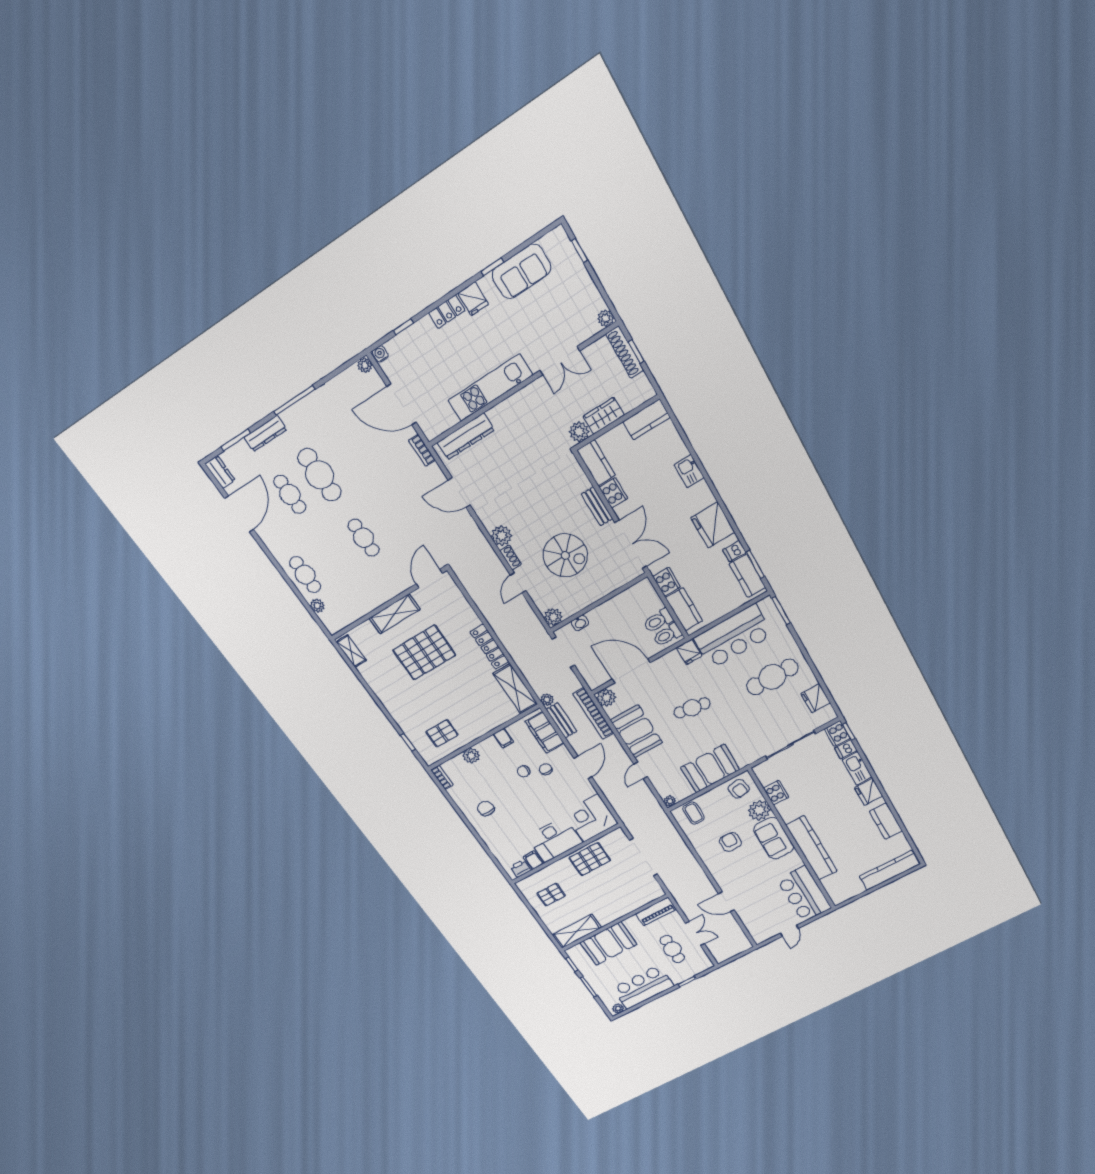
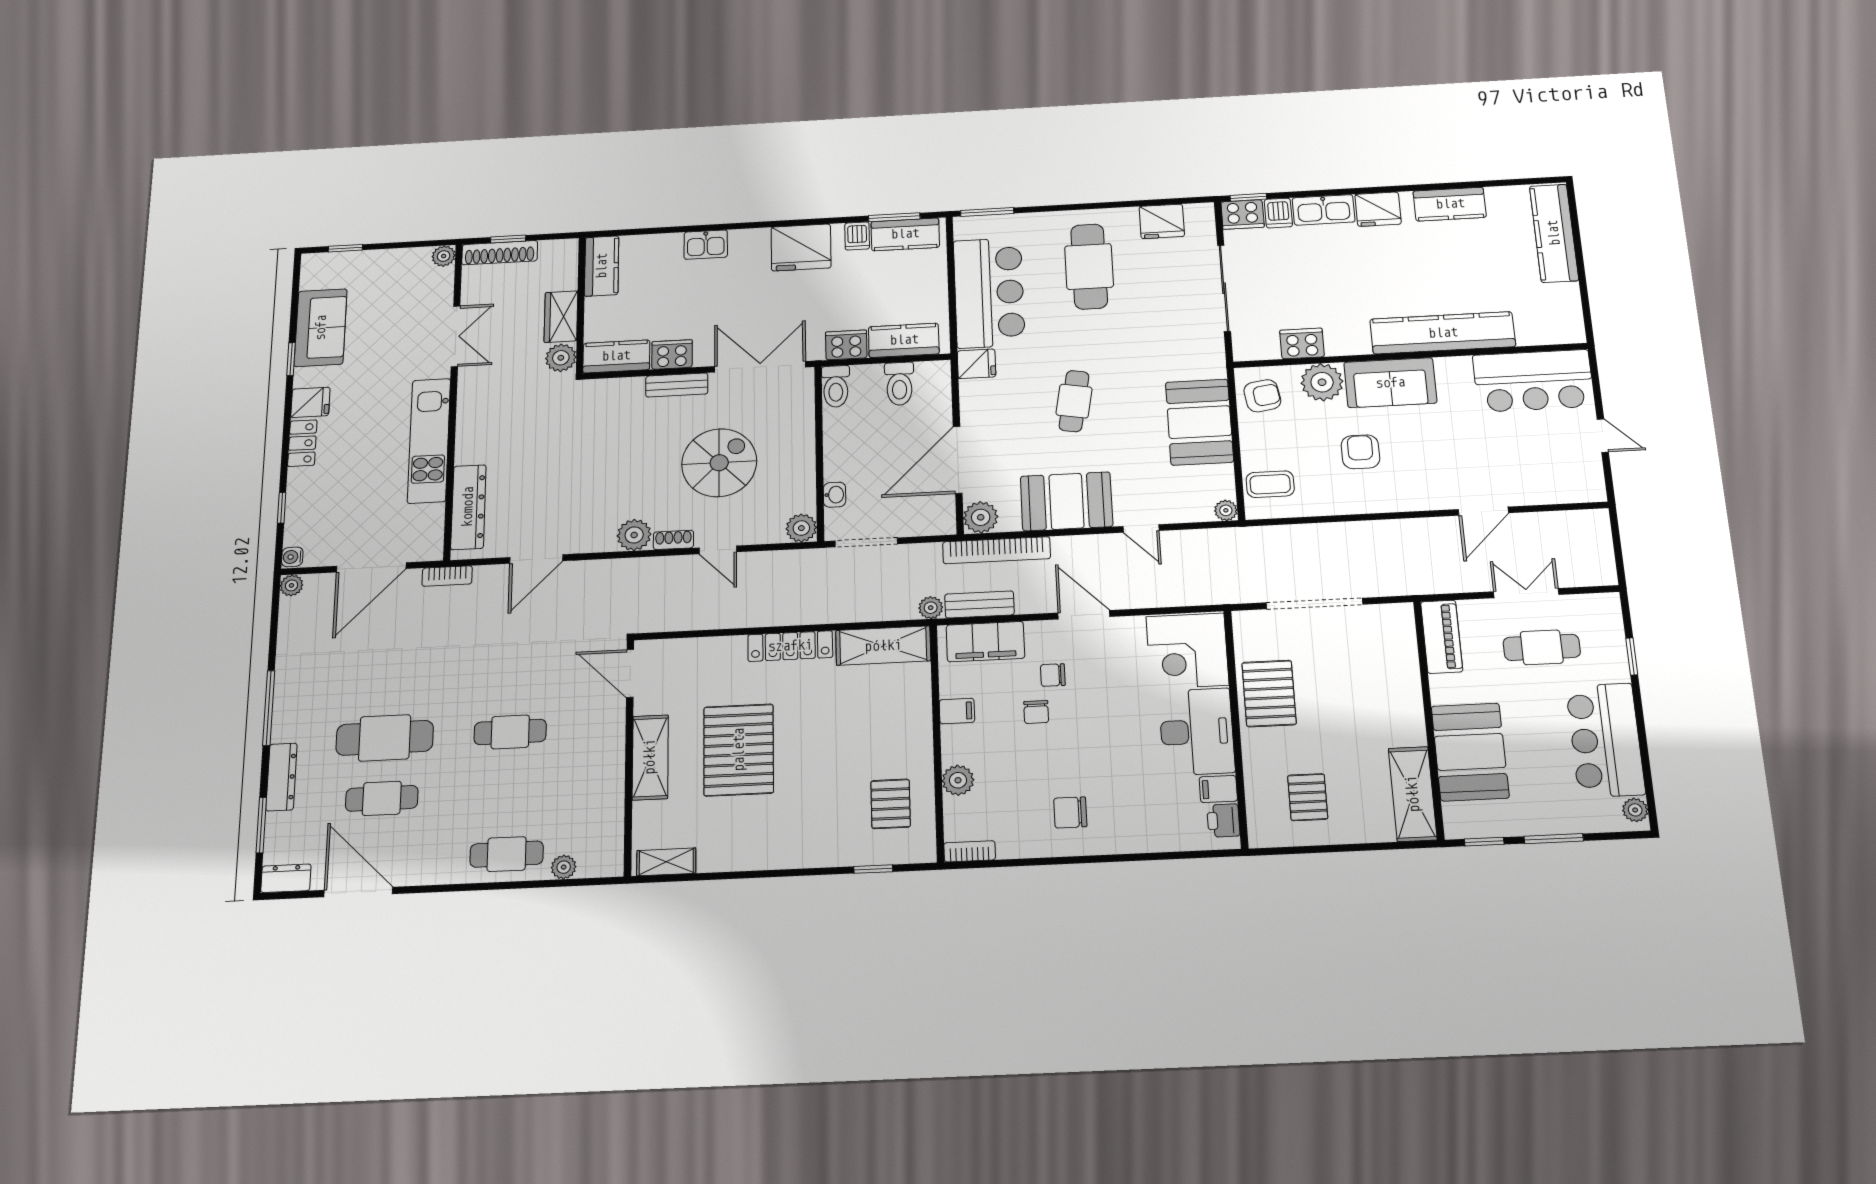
toilet: (667, 635) -> (836, 386), moved
armchair: (730, 842) -> (1360, 452), turned 90

